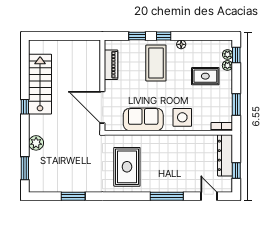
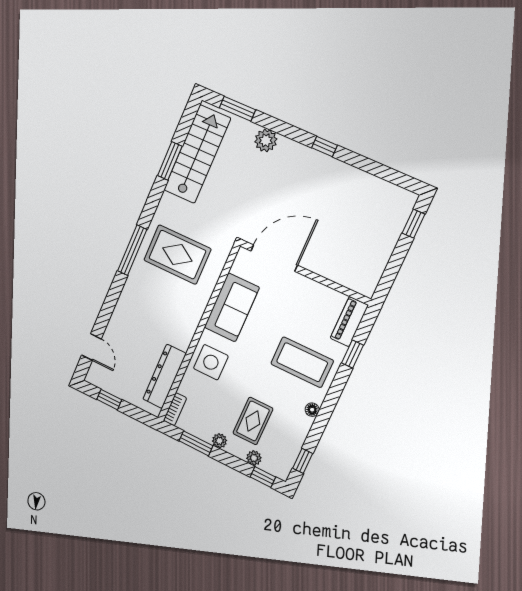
window: (47, 36) -> (413, 224), added
window: (164, 36) -> (303, 461), moved
plant: (227, 54) -> (219, 441), moved
piano: (111, 65) -> (349, 322), moved, turned 90
stairs: (40, 84) -> (197, 154), moved, turned -90
dresser: (225, 155) -> (164, 376), moved, turned -90
window: (167, 196) -> (132, 250), moved
door: (209, 196) -> (91, 347), hinge flipped

